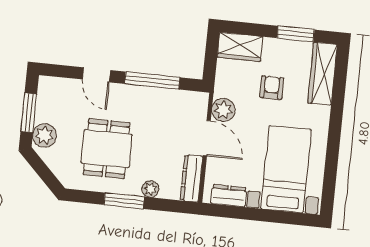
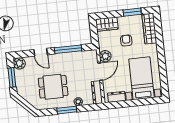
plant: (44, 135) -> (19, 63), moved
door: (207, 138) -> (100, 72), hinge flipped
dining table: (107, 149) -> (53, 87), turned 90

